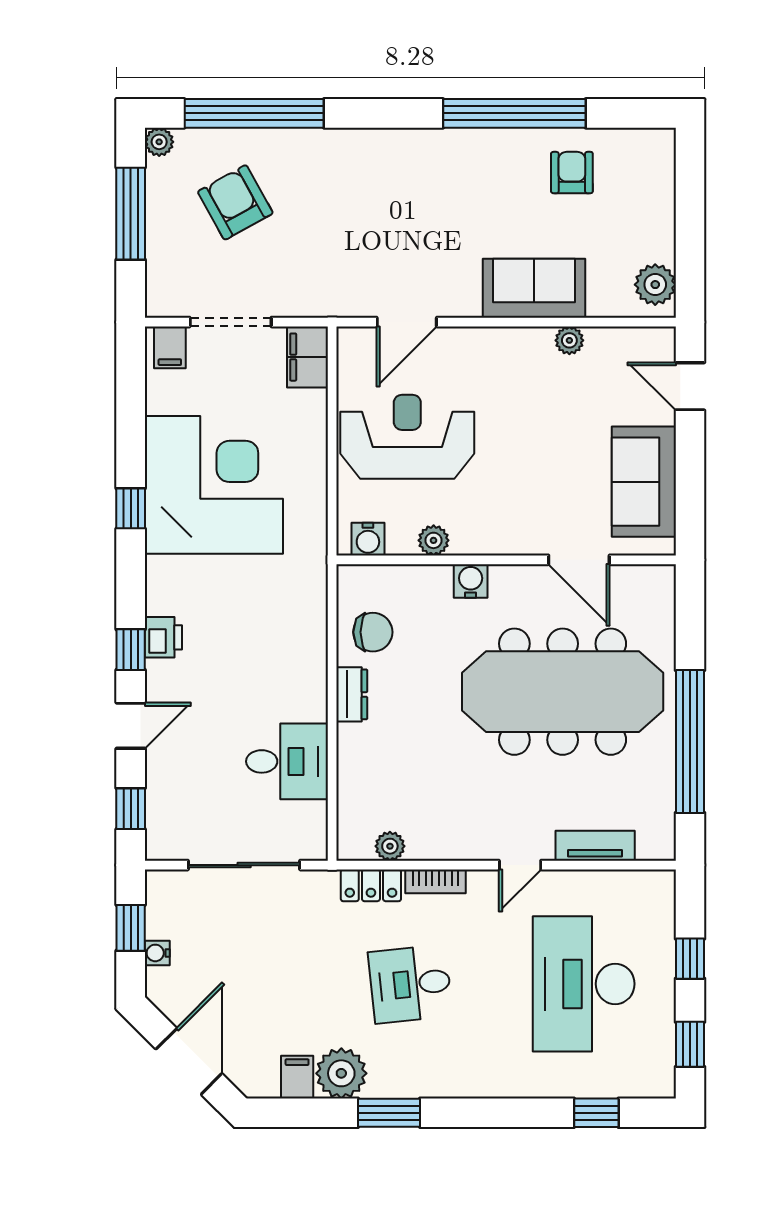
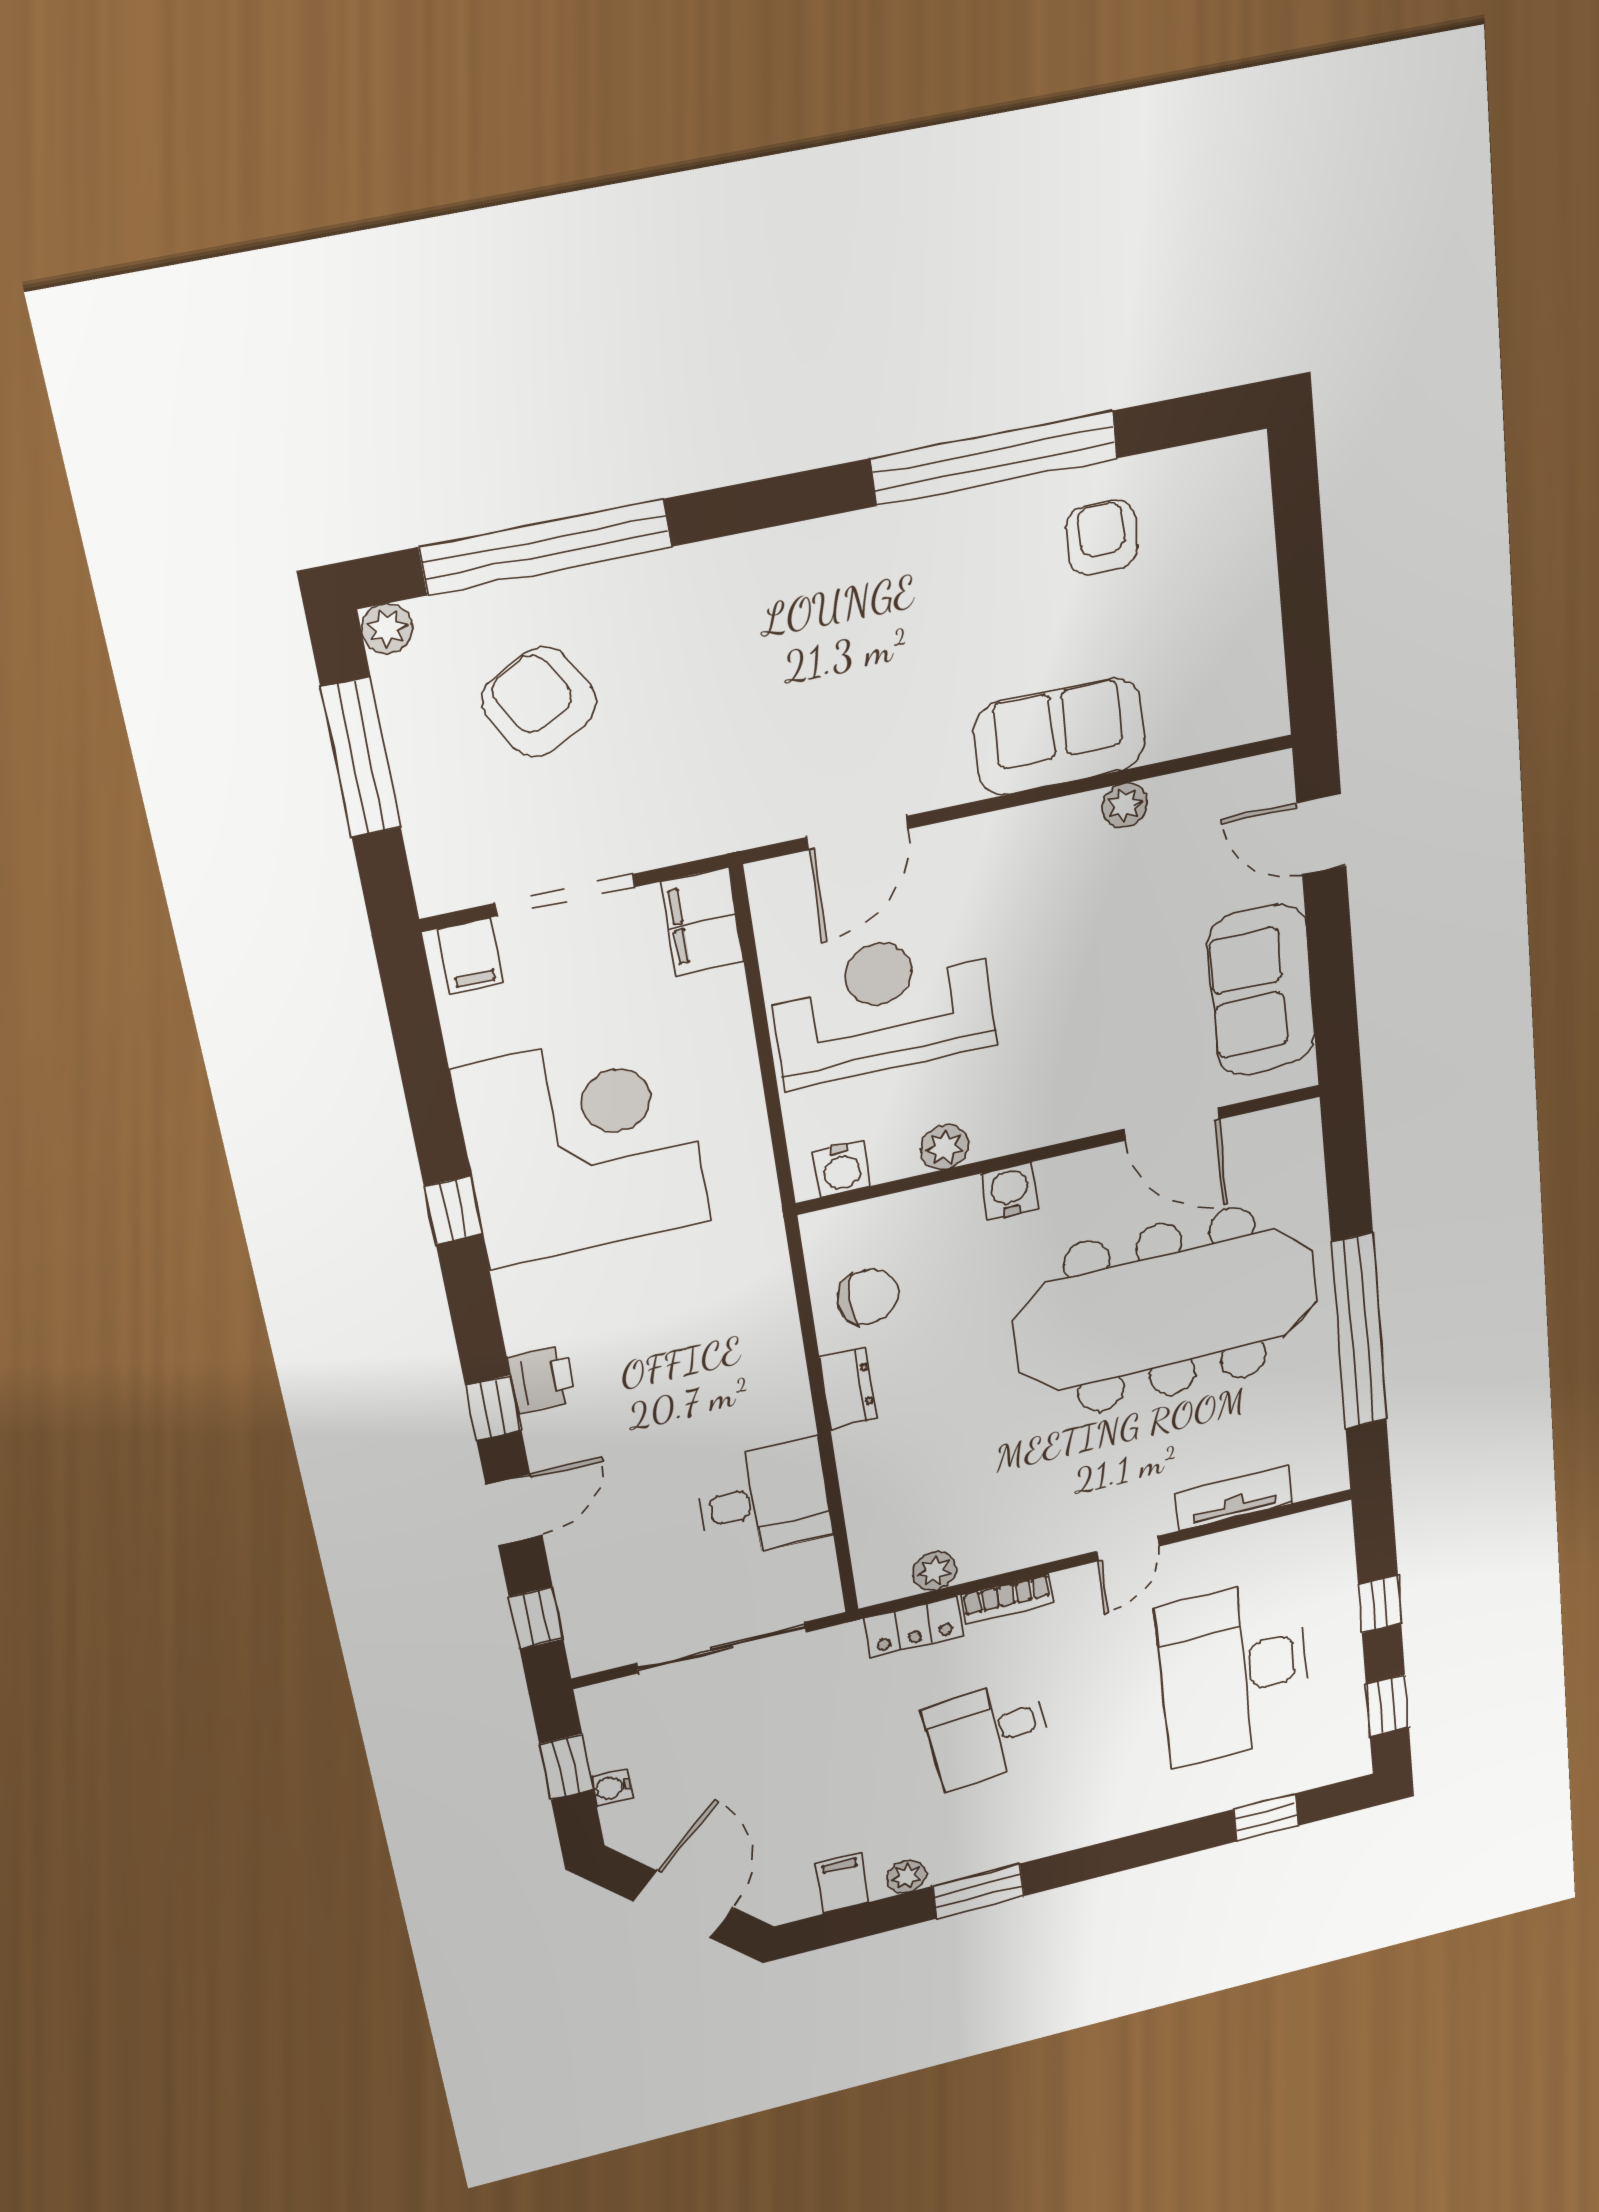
plant: (655, 285) -> (1254, 690), removed
plant: (341, 1073) -> (907, 1876), width x0.53, depth x0.53

